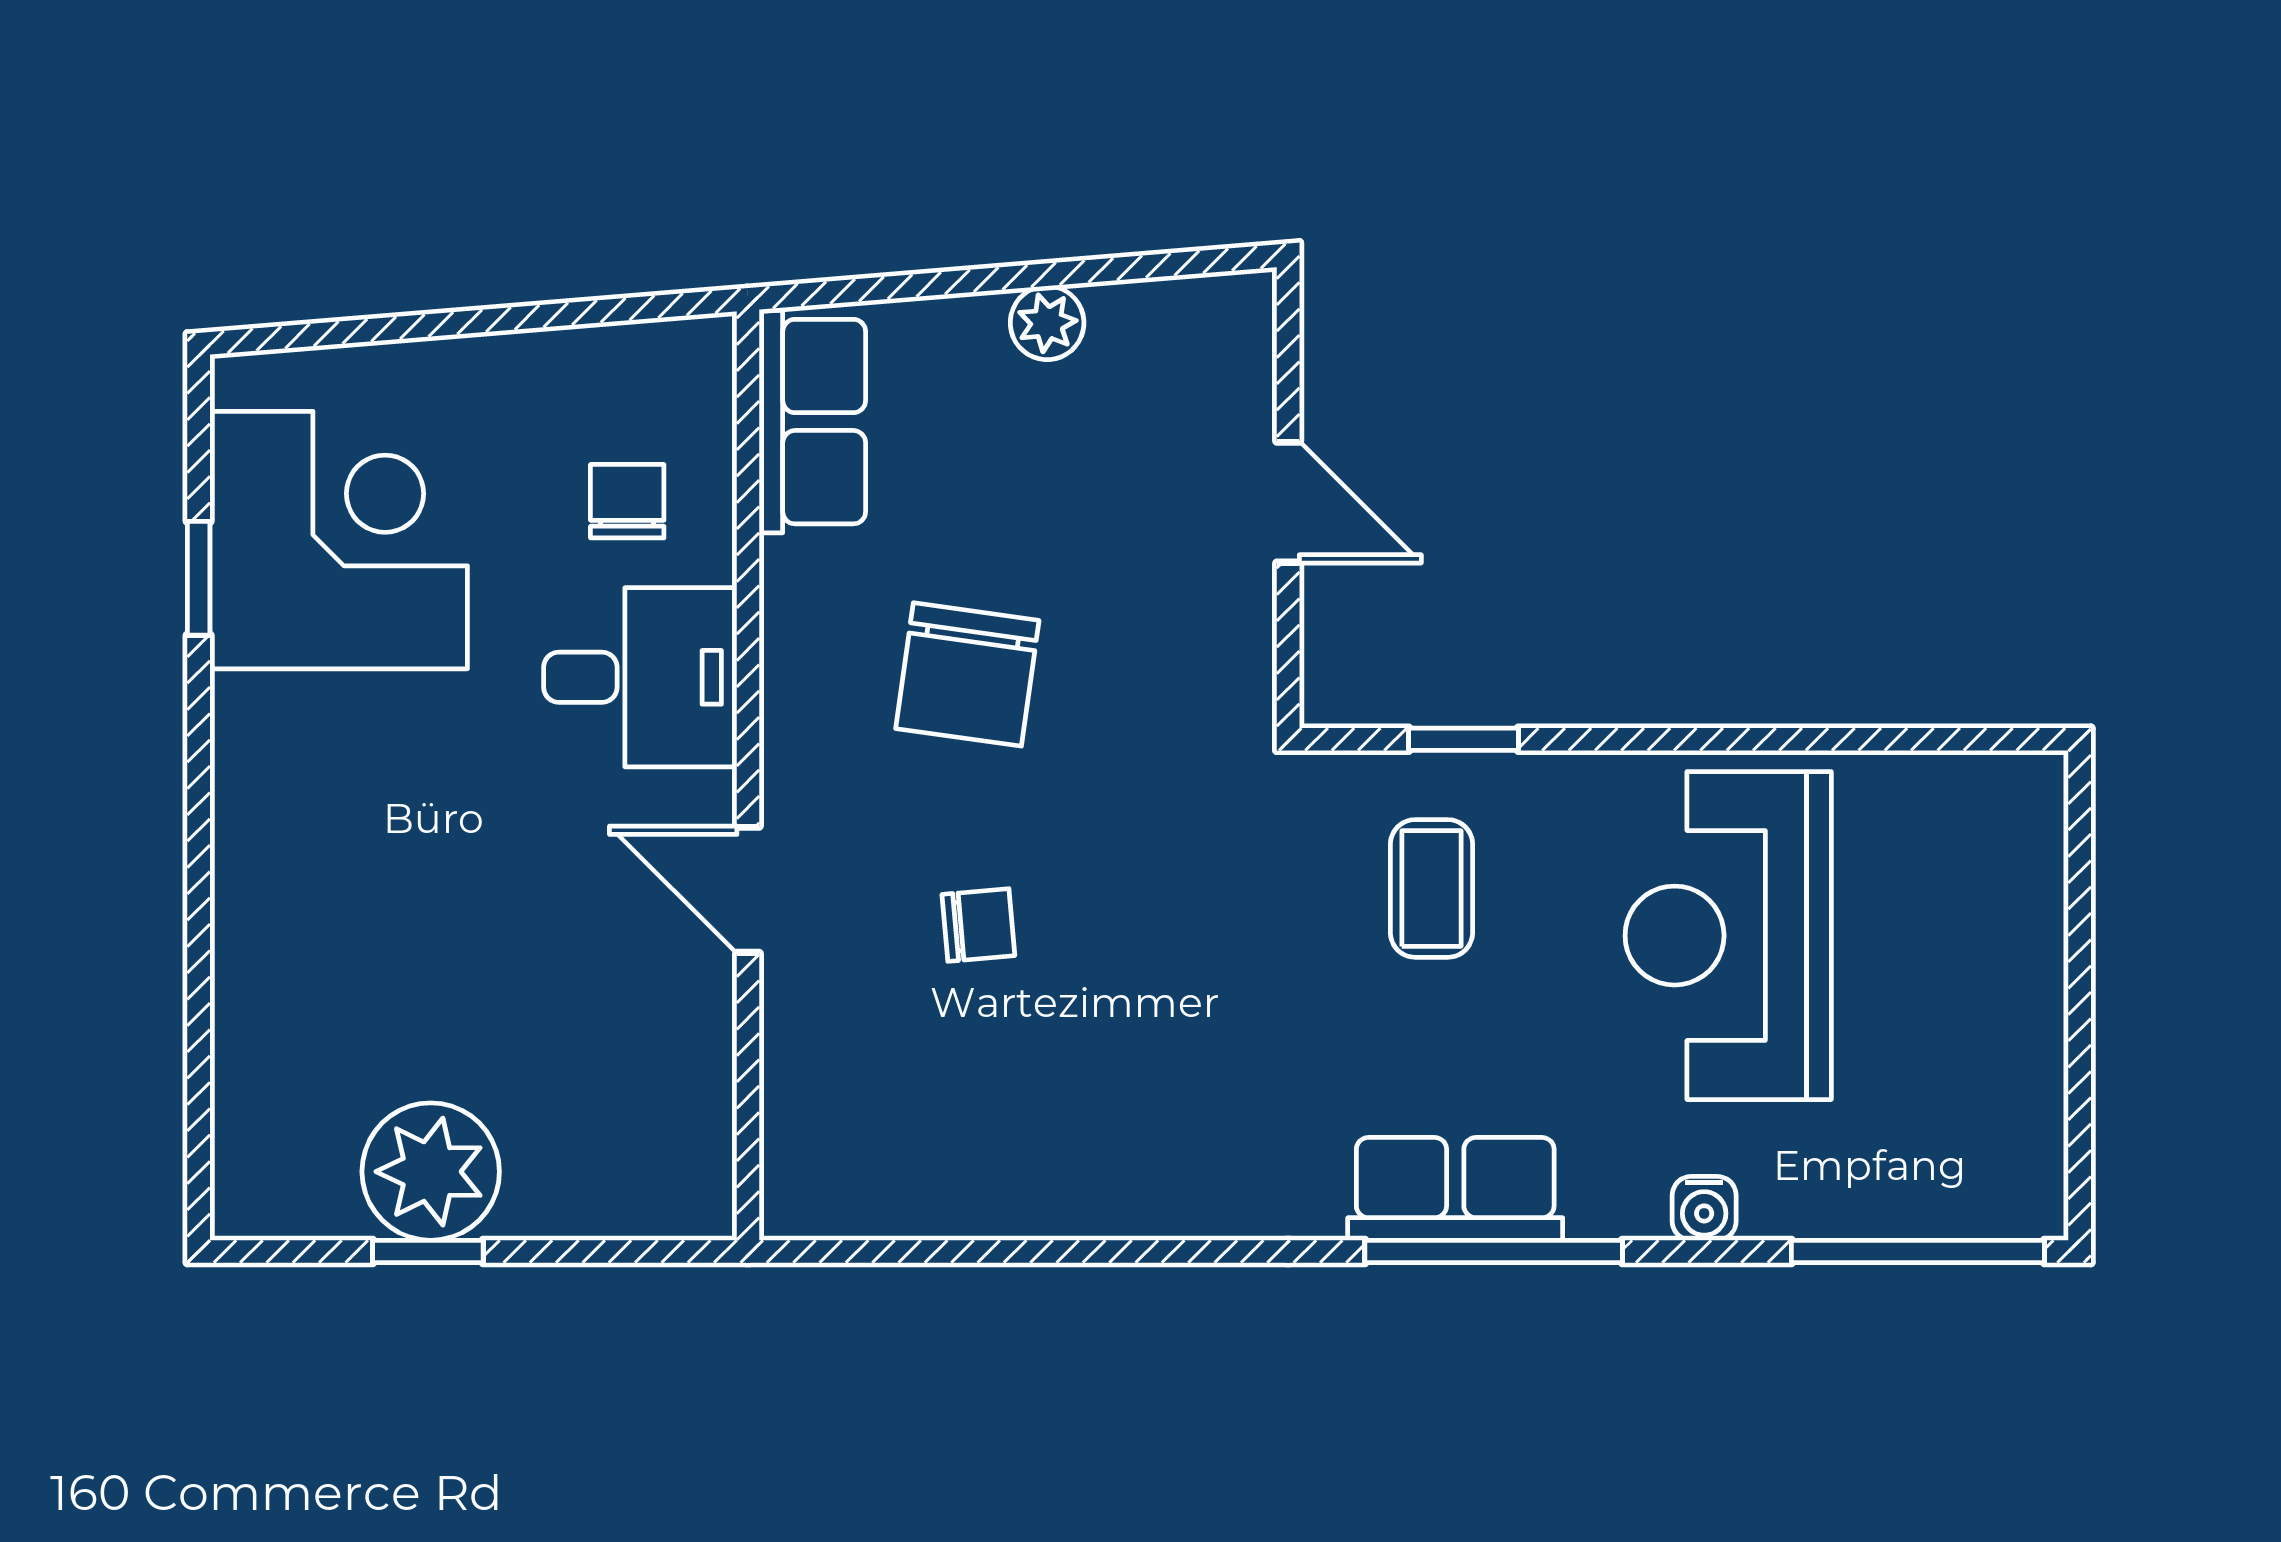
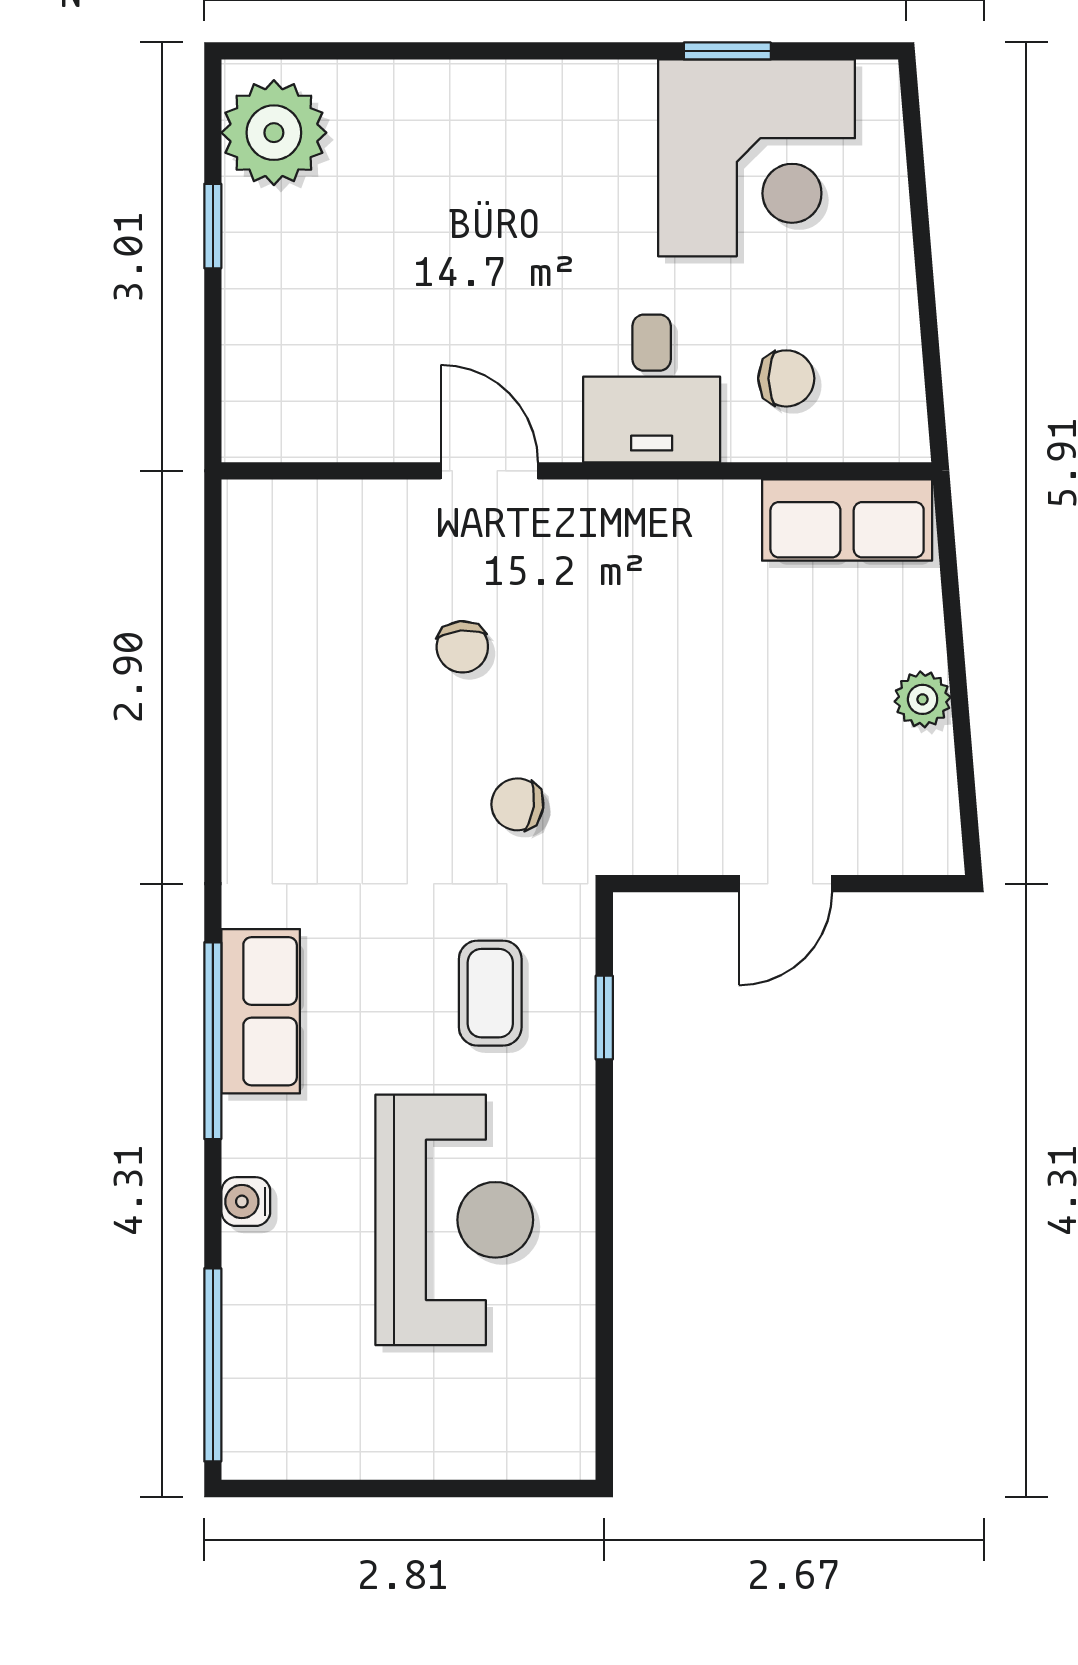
chair: (967, 674) -> (517, 804), moved, width x0.54, depth x0.54
coffee table: (1431, 888) -> (490, 993), turned 90
door: (748, 890) -> (489, 471), hinge flipped
reception desk: (1728, 936) -> (454, 1220), turned 90
plant: (431, 1172) -> (274, 133), moved

